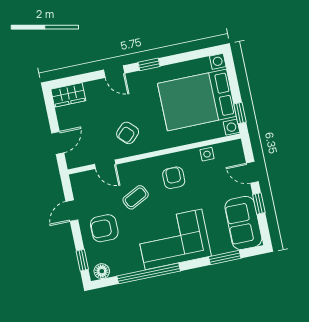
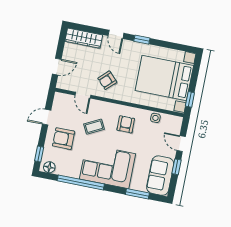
wardrobe: (68, 95) -> (84, 38), width x1.50

